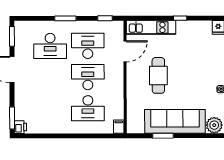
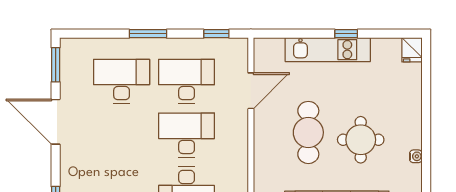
kitchen unit: (151, 27) -> (328, 50), moved
desk: (50, 46) -> (122, 81), turned 180
round table: (189, 80) -> (361, 140), added

